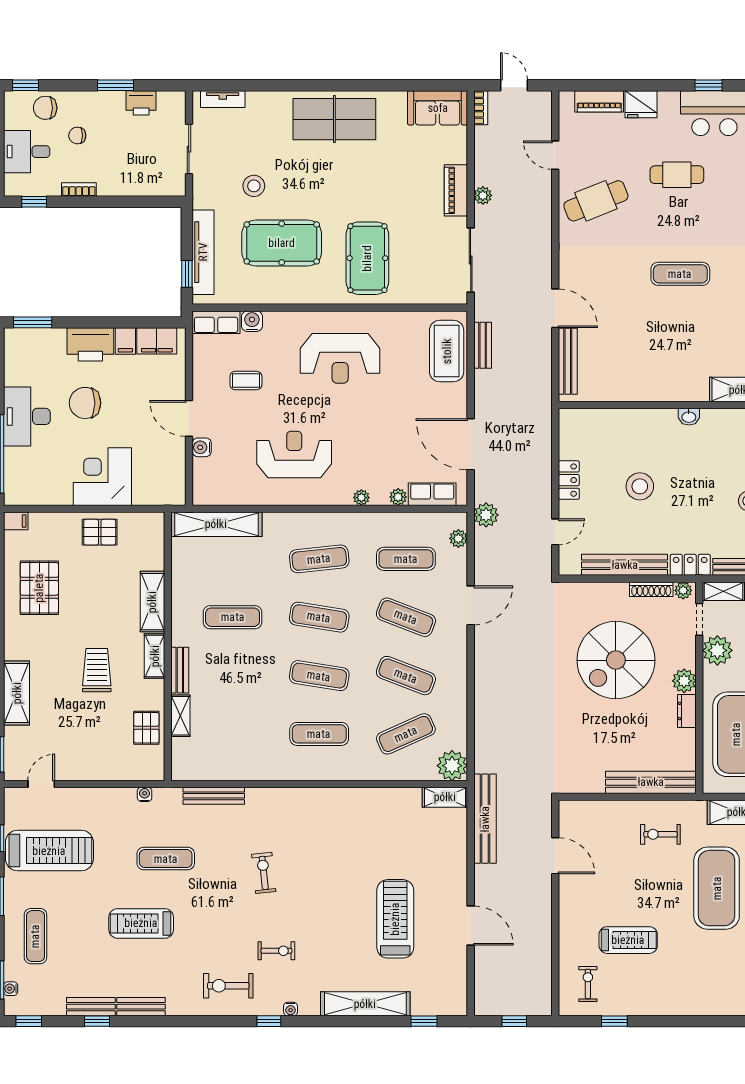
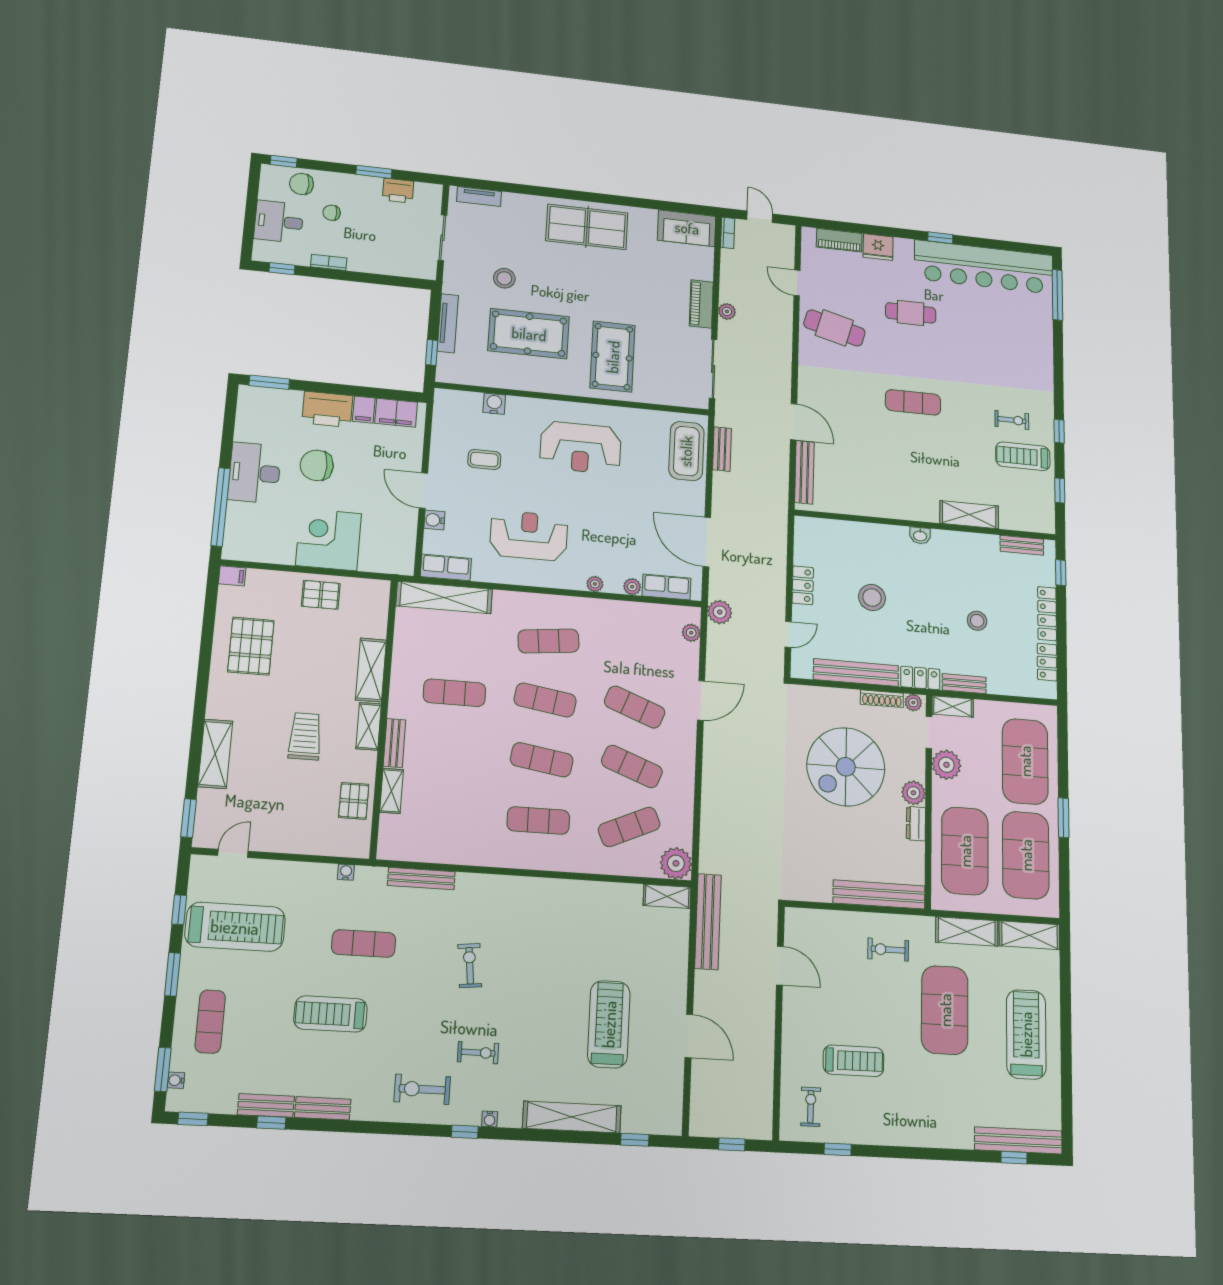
cafe table: (596, 201) -> (834, 328), turned 37
tv unit: (203, 252) -> (448, 323), width x0.73, depth x0.78
row of seats: (216, 322) -> (446, 567), moved, turned 180
exercise mat: (406, 559) -> (637, 648), removed

